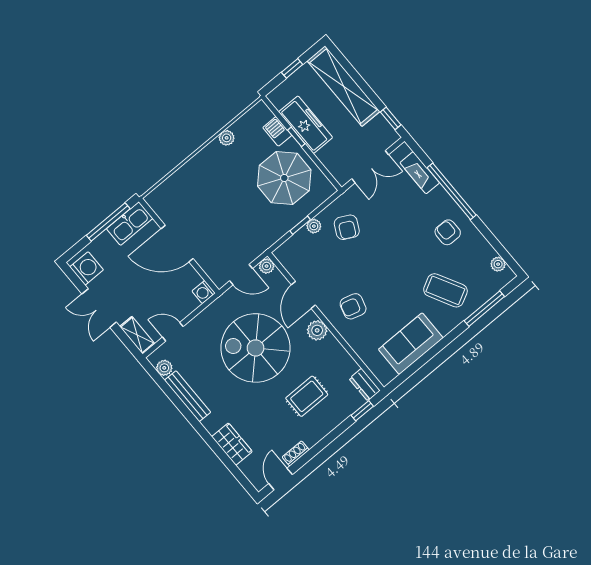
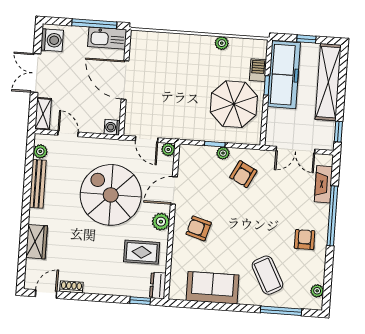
freezer: (306, 125) -> (284, 75), width x1.36, depth x1.26
rug: (307, 396) -> (142, 252), moved

